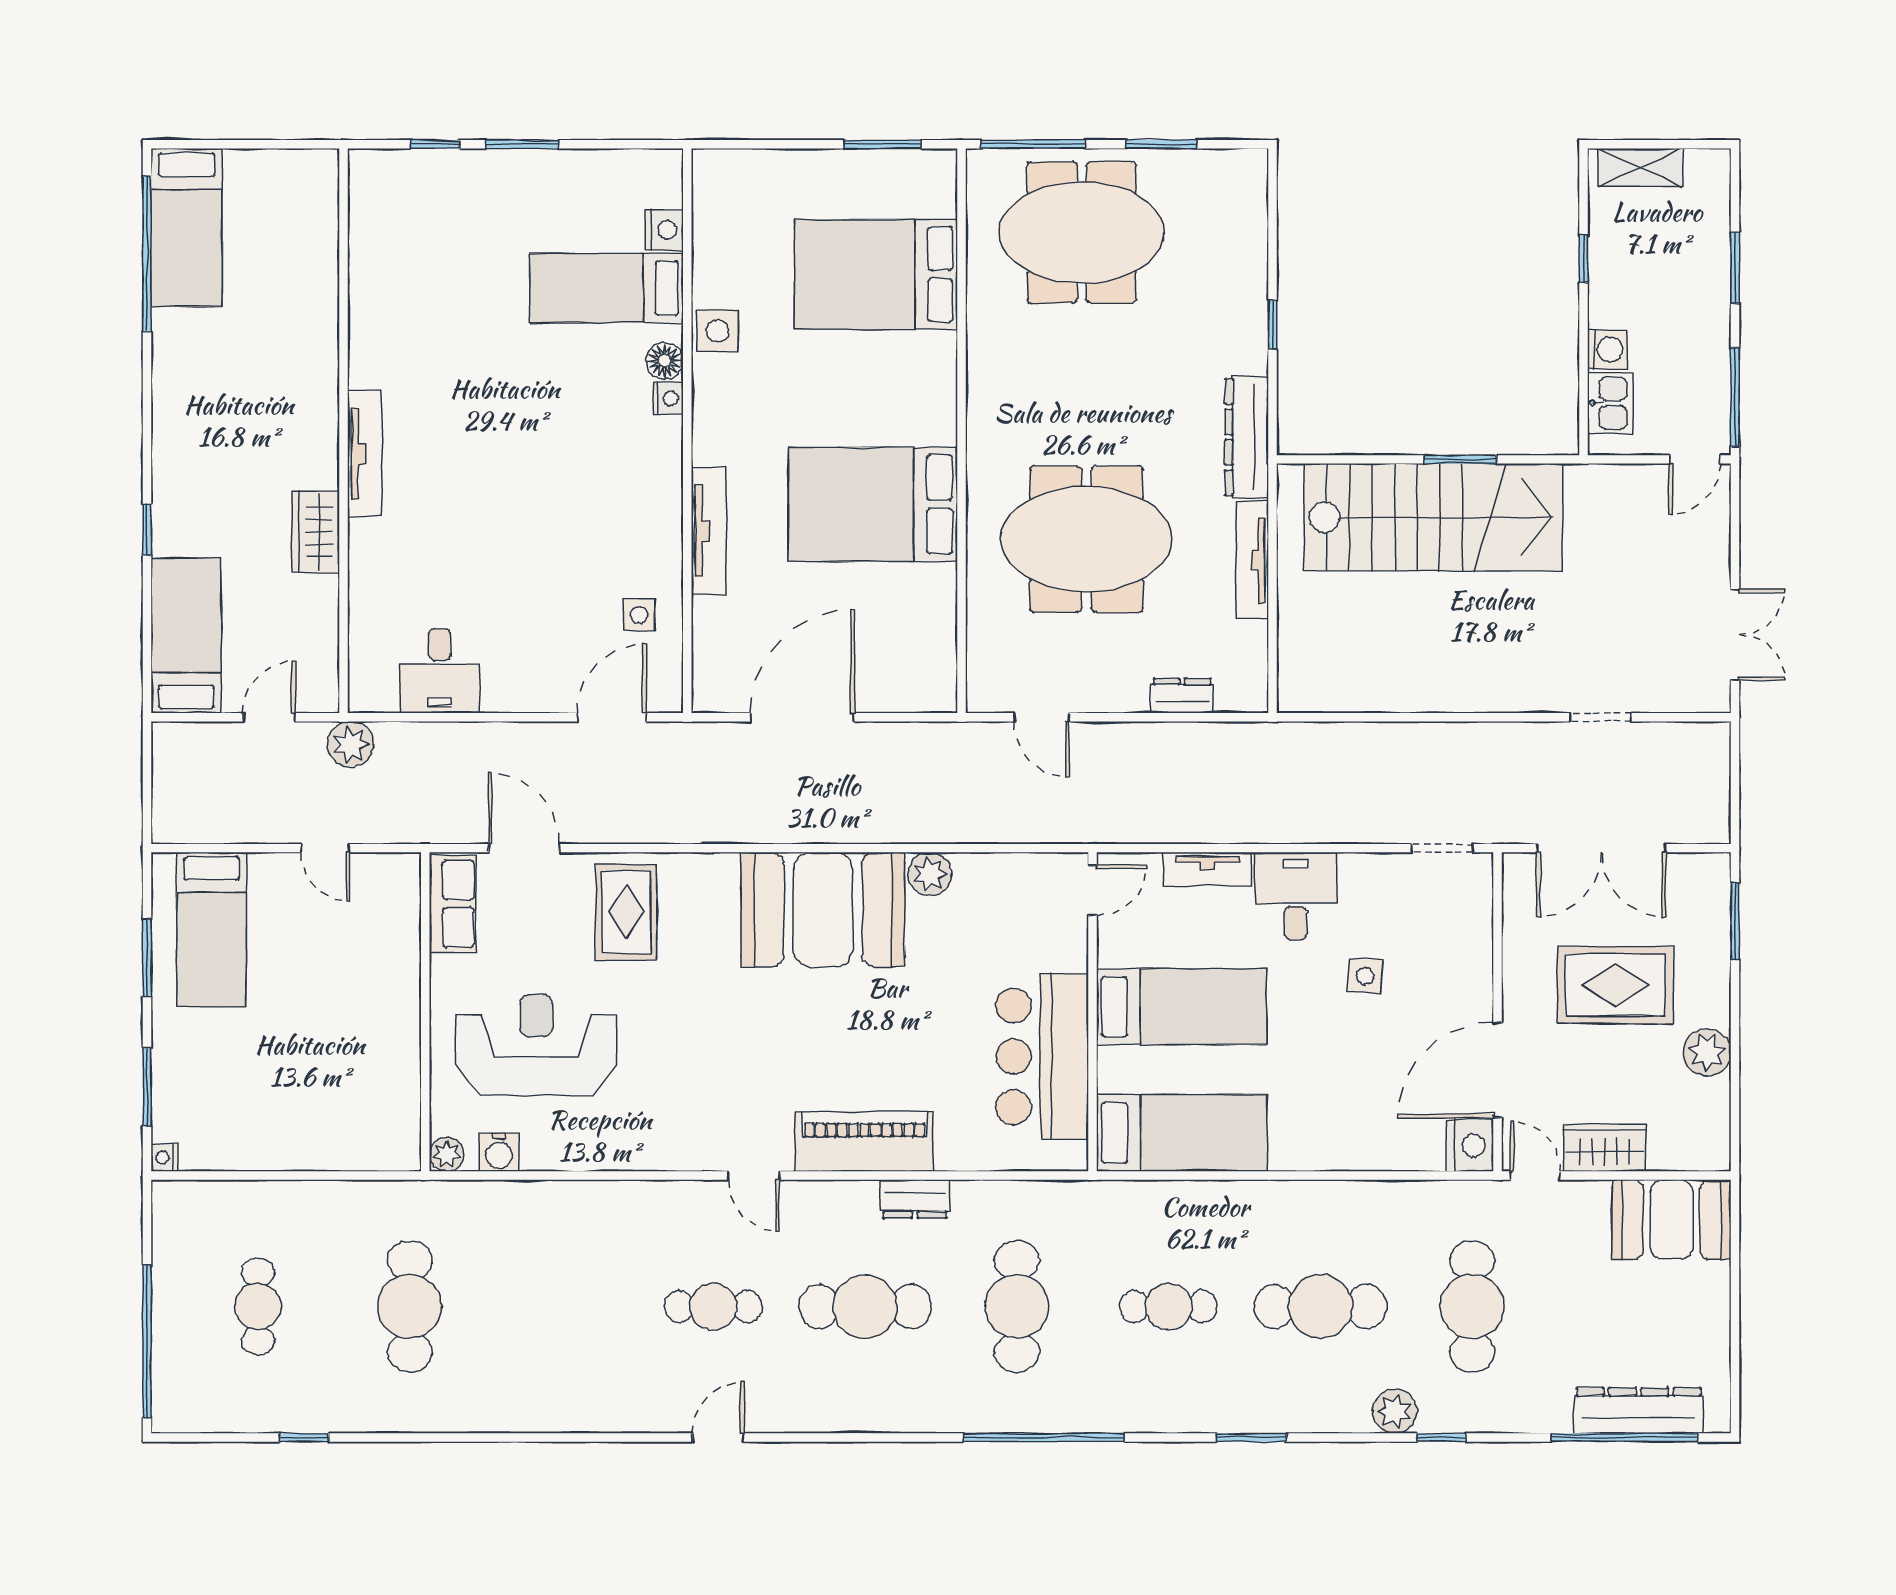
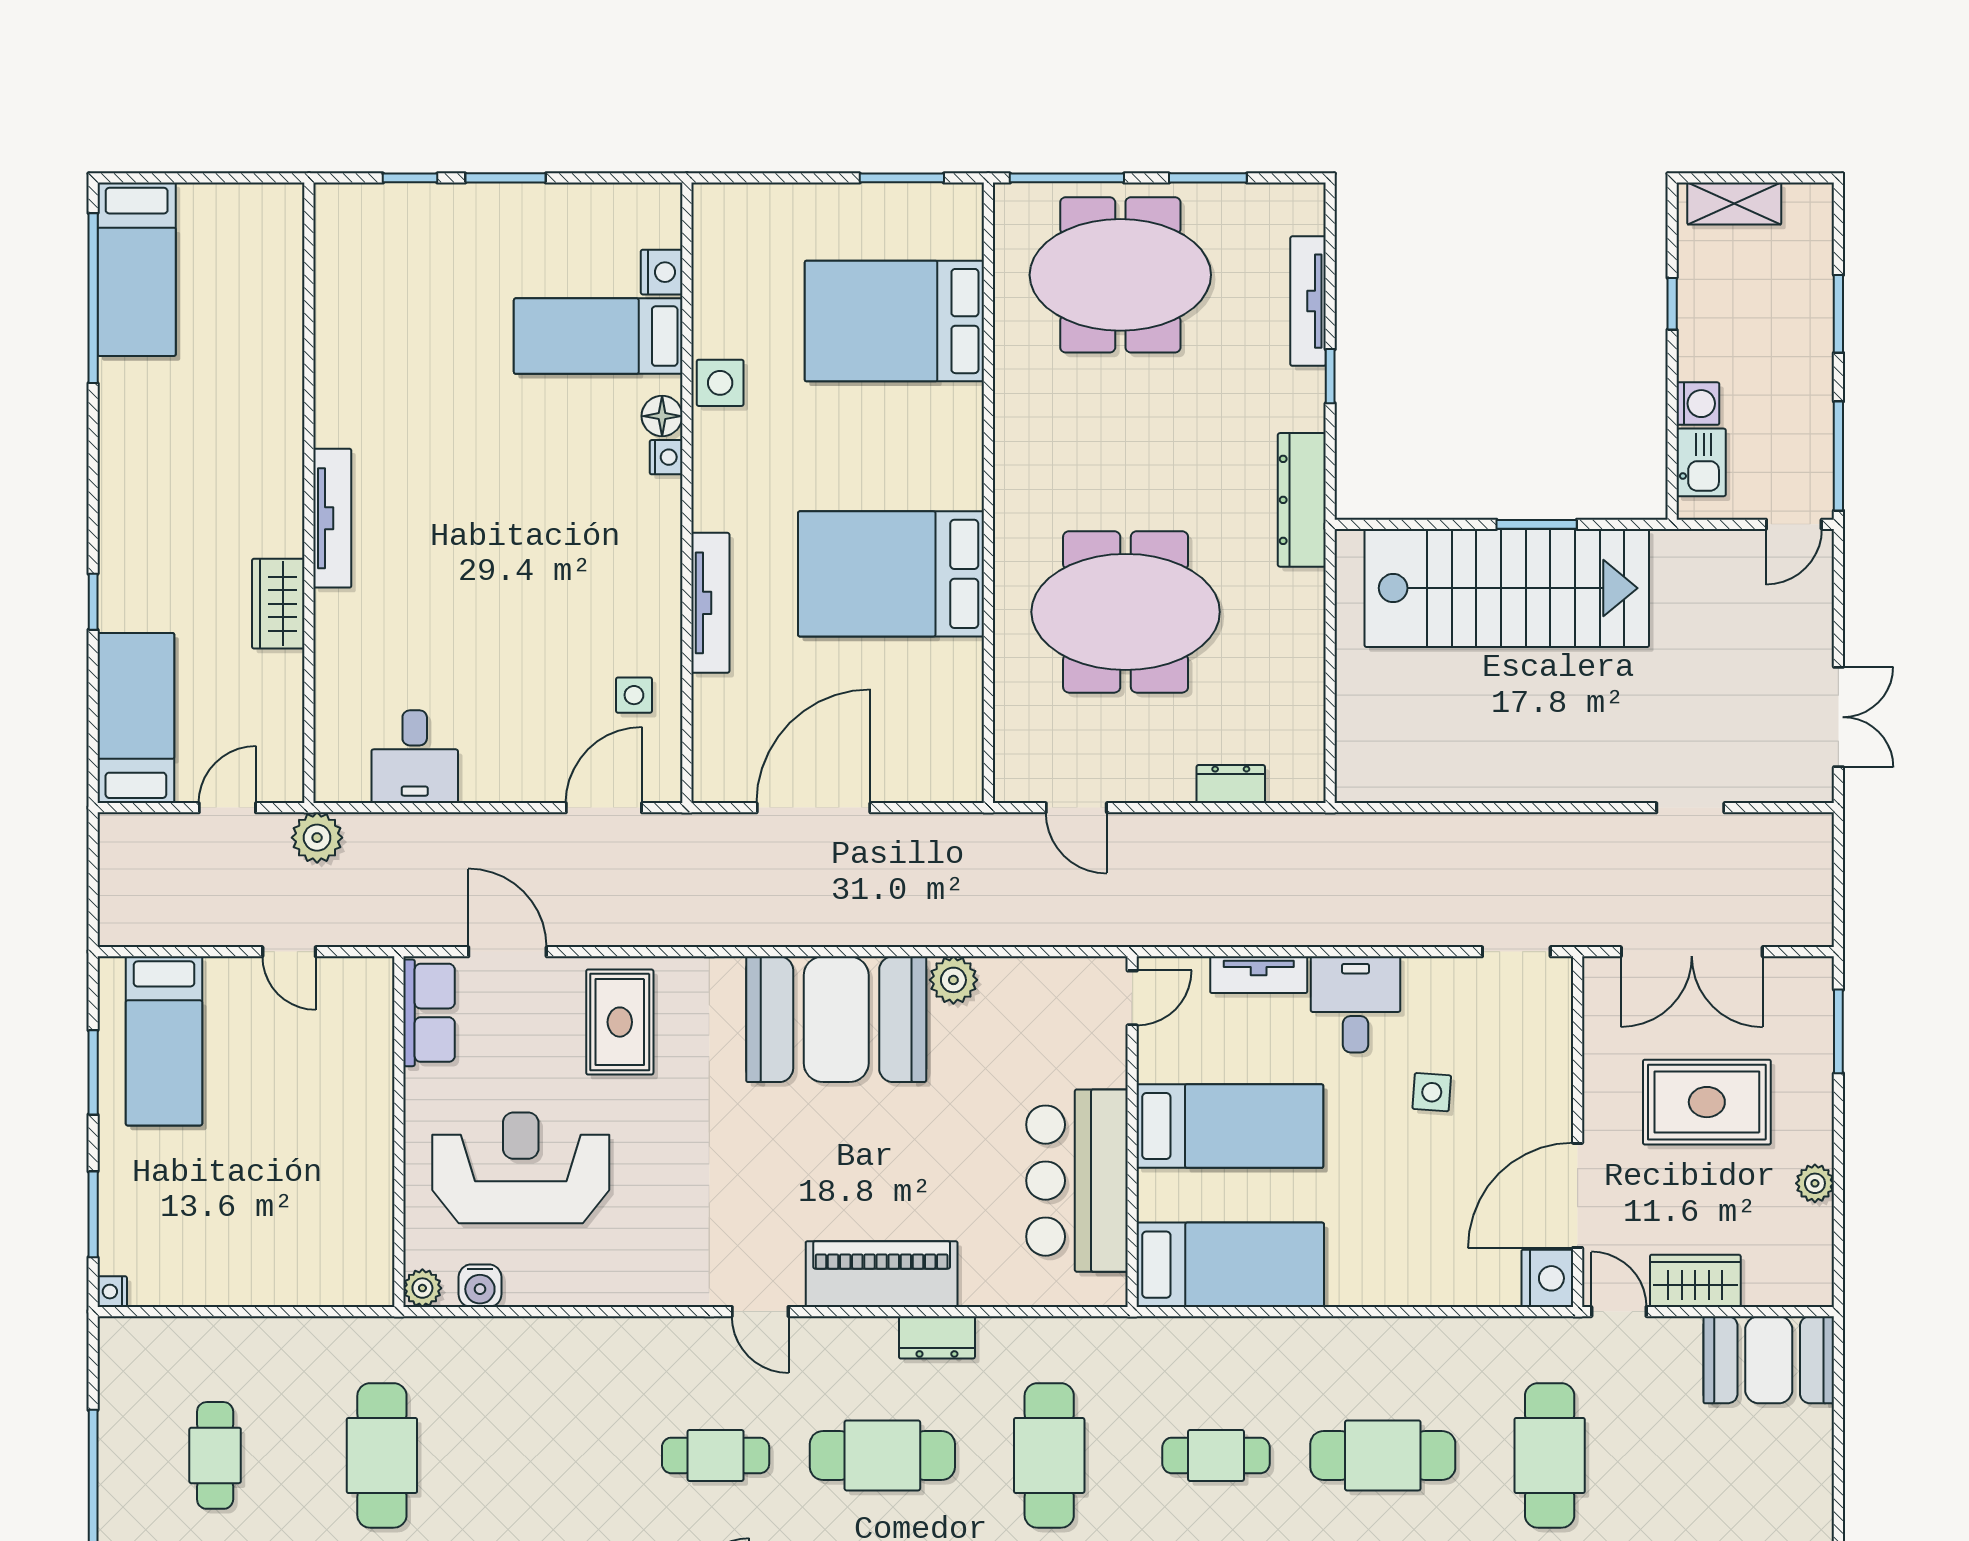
tv unit: (1252, 560) -> (1308, 301), moved
plant: (1707, 1052) -> (1815, 1183), width x0.73, depth x0.73

